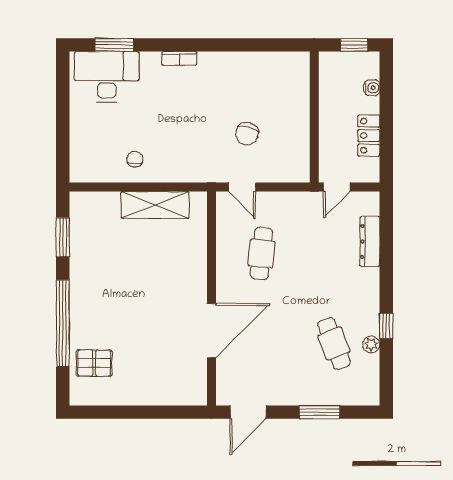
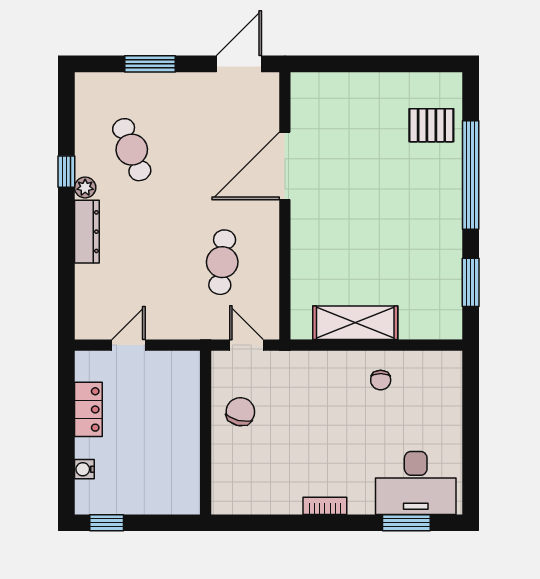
wall: (314, 117) -> (206, 433), moved
dresser: (370, 241) -> (87, 232), moved
plant: (371, 345) -> (85, 187), moved

